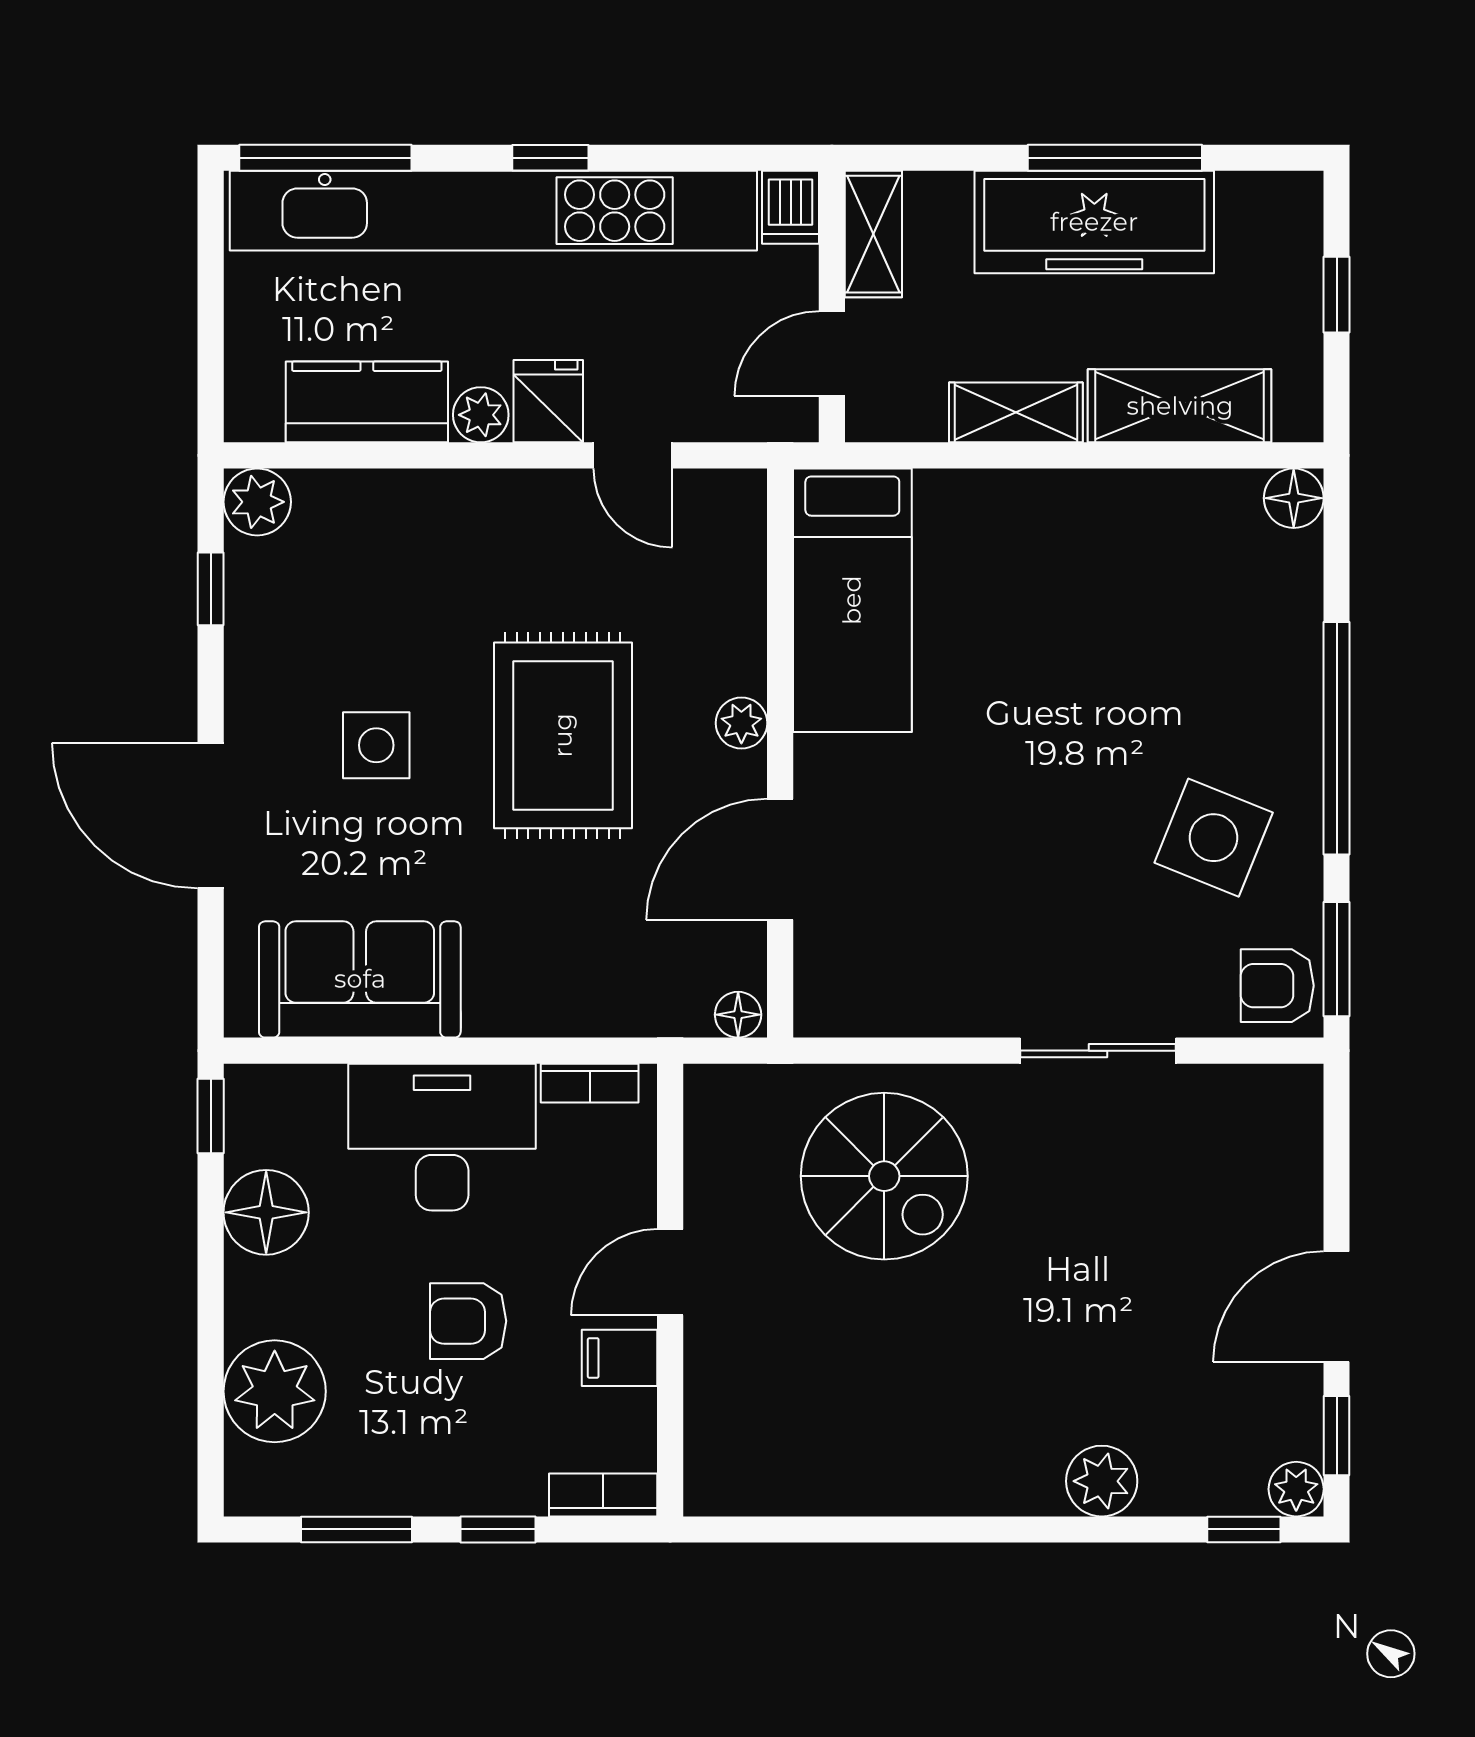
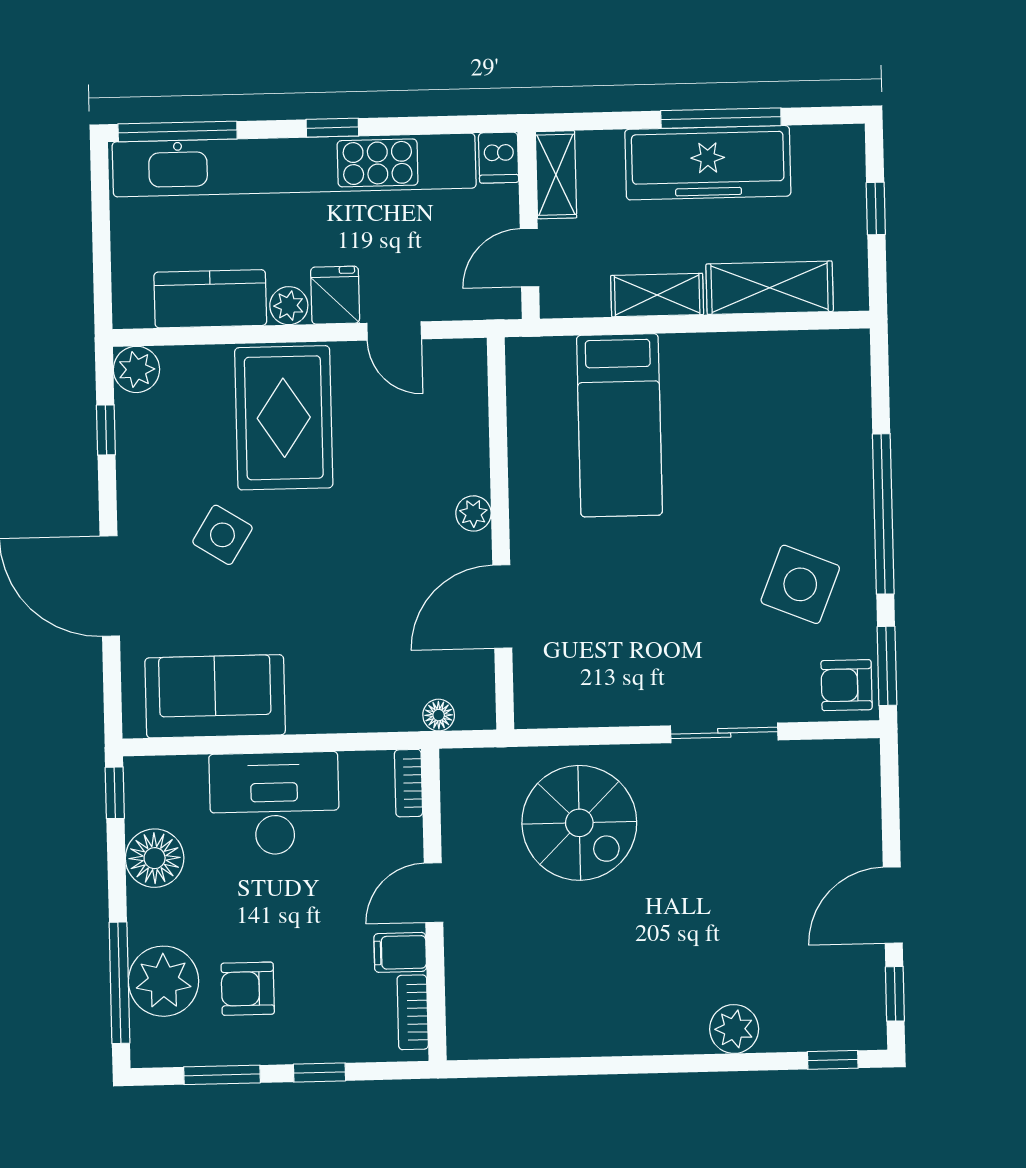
floor lamp: (1294, 498) -> (850, 349), removed
bed: (852, 600) -> (619, 425), moved
rug: (563, 735) -> (284, 418), moved
side table: (376, 745) -> (222, 535), turned 32
floor lamp: (738, 1015) -> (439, 715), moved
bookcase: (590, 1083) -> (409, 783), moved, turned 90
armchair: (468, 1321) -> (248, 989), moved
window: (211, 1392) -> (119, 983), added
plant: (1296, 1489) -> (868, 1031), removed
bookcase: (603, 1495) -> (413, 1012), moved, turned -90

